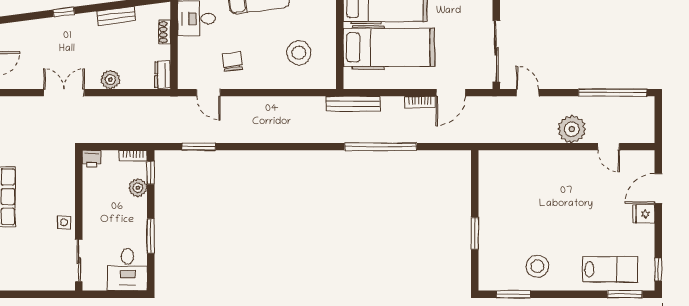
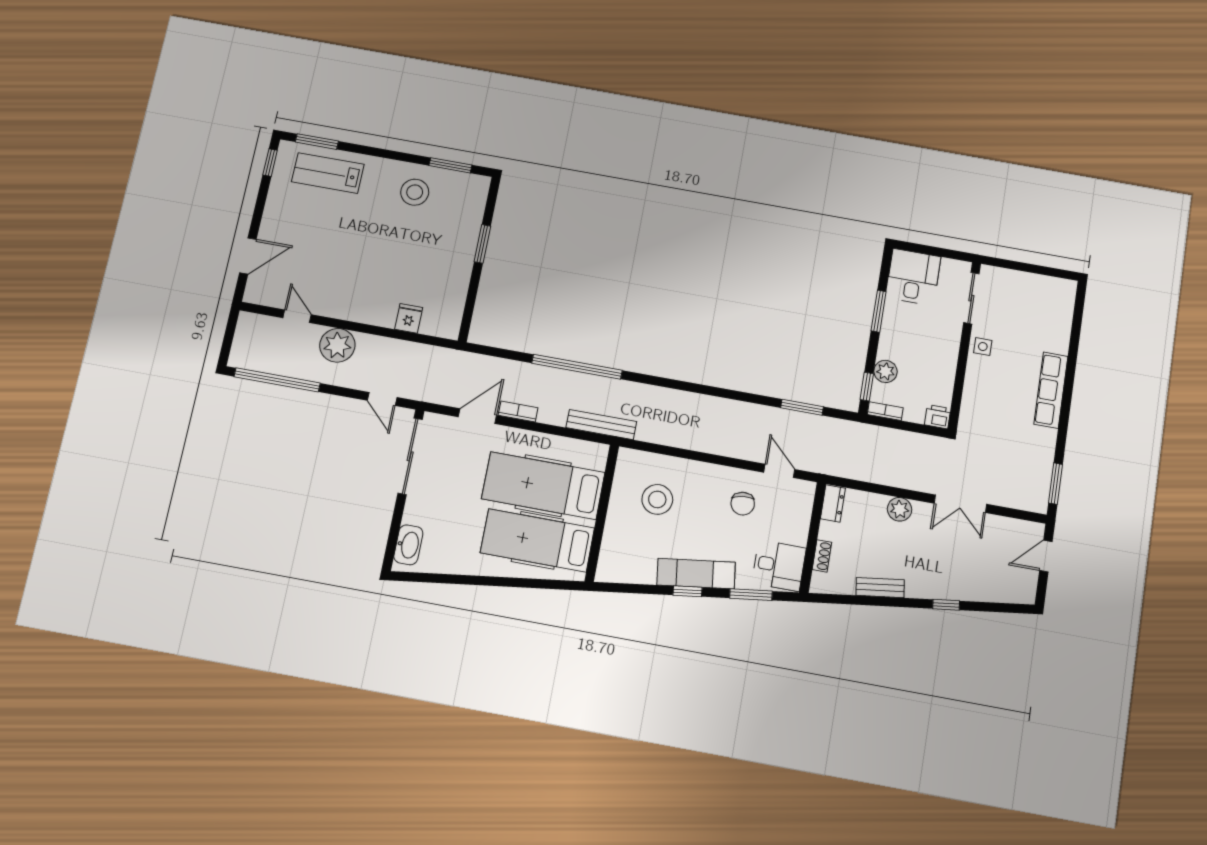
fridge: (644, 214) -> (409, 318), moved, turned -90

